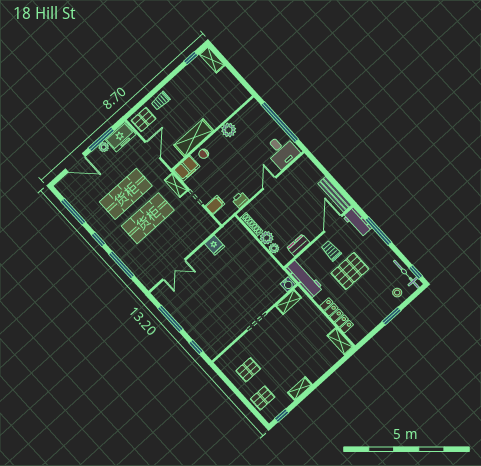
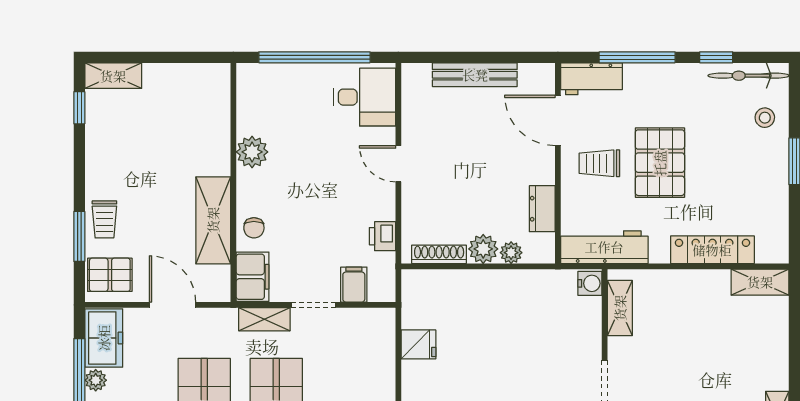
window: (147, 98) -> (79, 236), added
pallet: (144, 120) -> (110, 275), turned 90
bench: (335, 194) -> (475, 75), moved
window: (416, 272) -> (716, 57), moved

